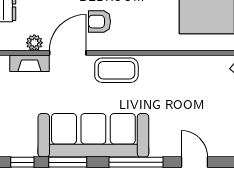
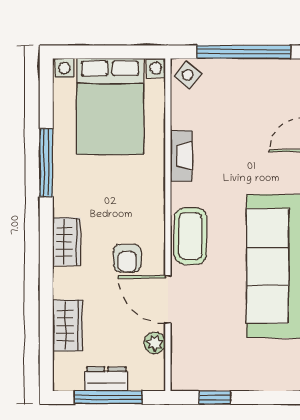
fireplace: (30, 63) -> (181, 156), moved

